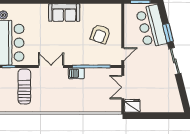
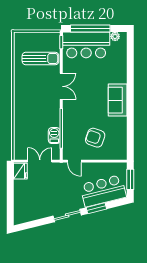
barbecue: (76, 73) -> (54, 136), moved

